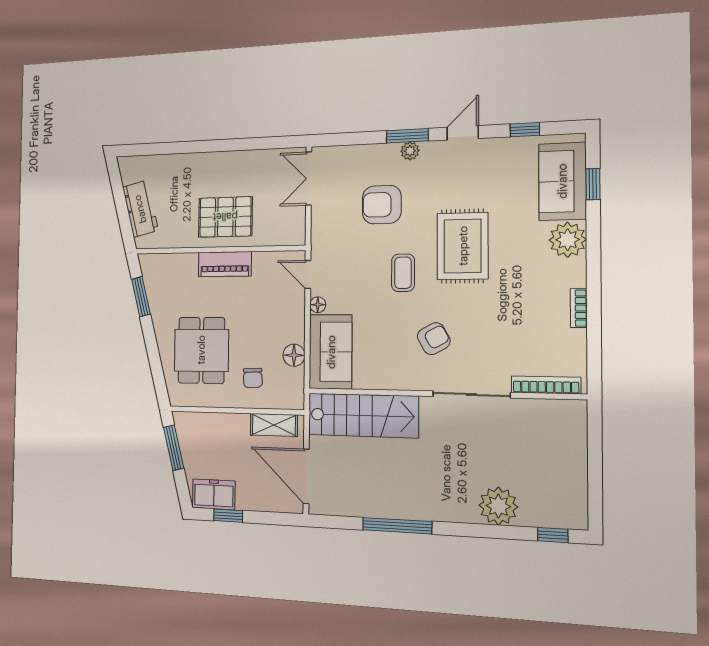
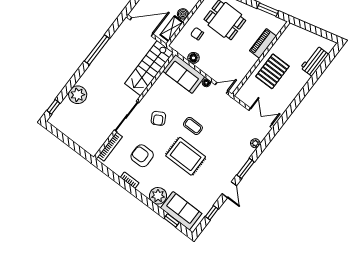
plant: (410, 151) -> (255, 143), moved
armchair: (382, 205) -> (142, 156), moved, turned -90
workbench: (140, 209) -> (315, 61), moved, turned 104
piano: (225, 264) -> (263, 43), moved
boiler: (239, 424) -> (183, 14), added

